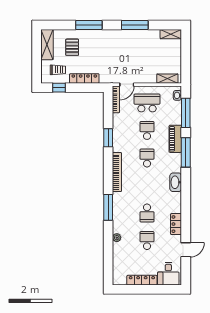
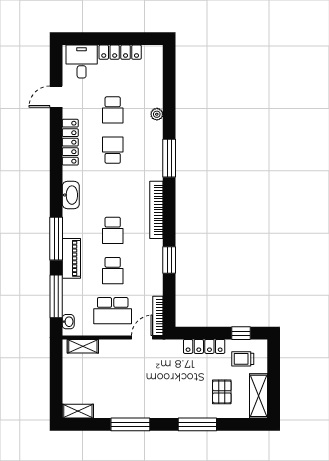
locker: (176, 224) -> (70, 142), width x1.53

